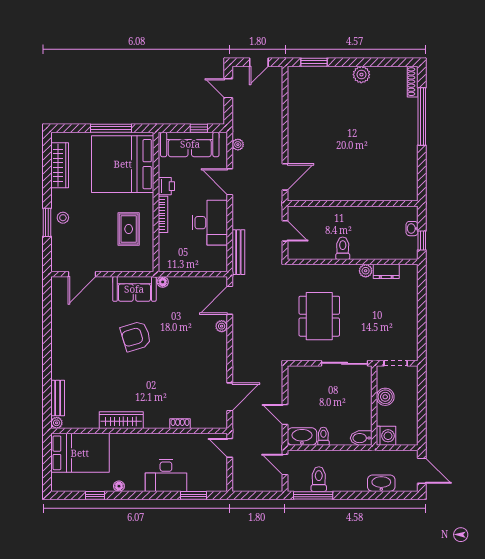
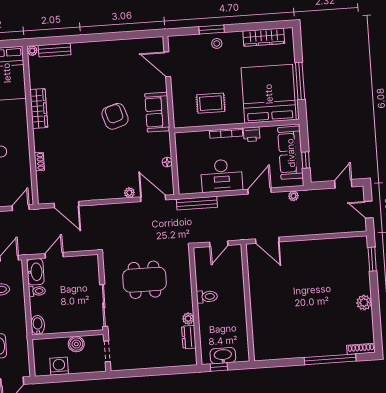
washbasin: (412, 229) -> (223, 356), width x1.91, depth x1.45
floor lamp: (163, 282) -> (167, 162), moved
washing machine: (386, 436) -> (59, 366), moved, turned 180

